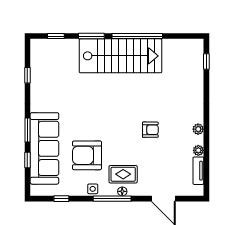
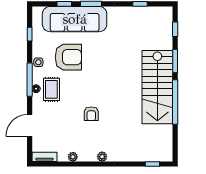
plant: (198, 129) -> (102, 157), moved
armchair: (87, 155) -> (68, 57), turned 90
tv unit: (198, 171) -> (44, 157), moved

